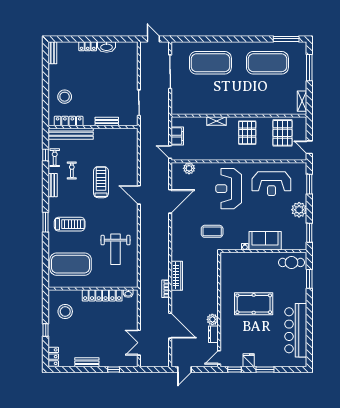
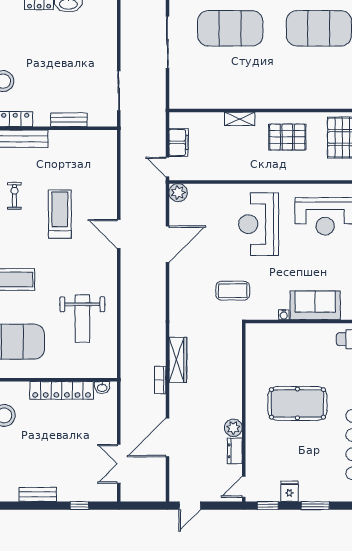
pallet: (247, 133) -> (287, 137), turned 90
plant: (189, 168) -> (178, 193), moved
door: (170, 326) -> (167, 437), swing flipped

